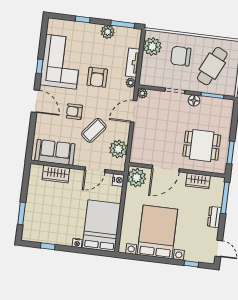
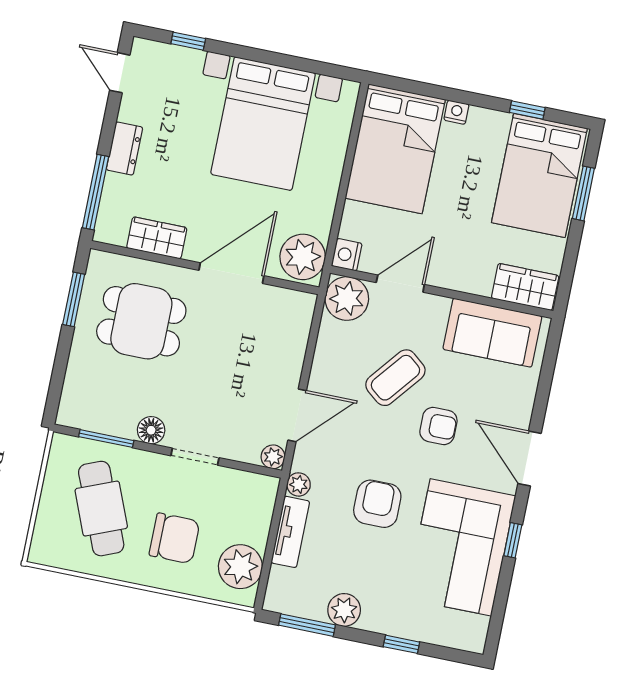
cafe table: (212, 66) -> (101, 509), turned -47
plant: (118, 149) -> (347, 299), moved
wardrobe: (56, 174) -> (525, 287), moved
bed: (41, 219) -> (539, 175), added

